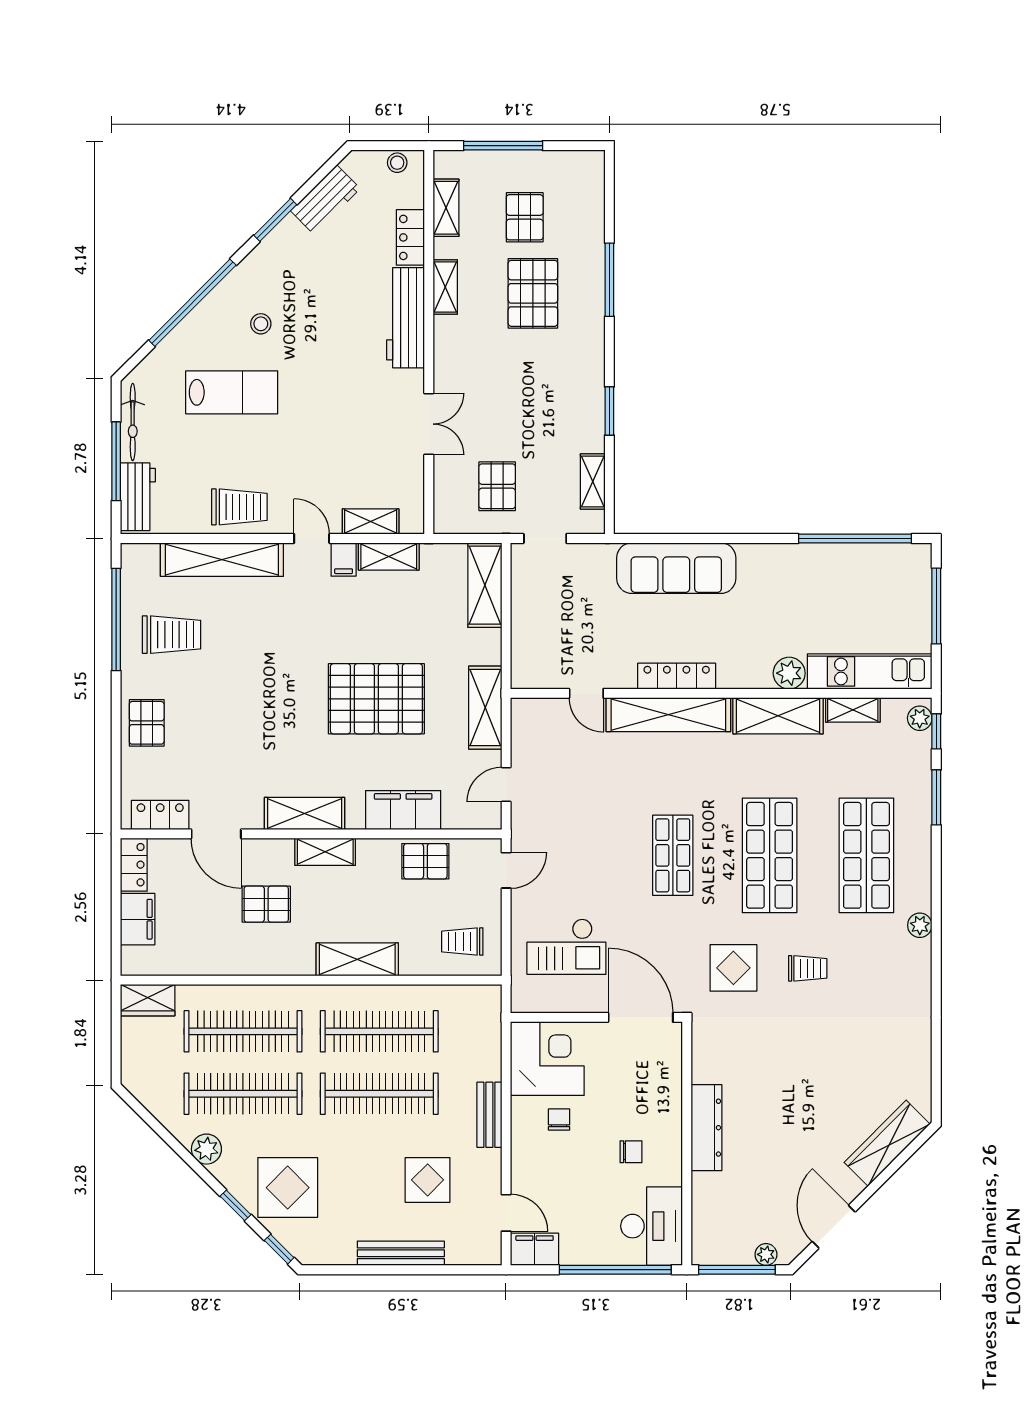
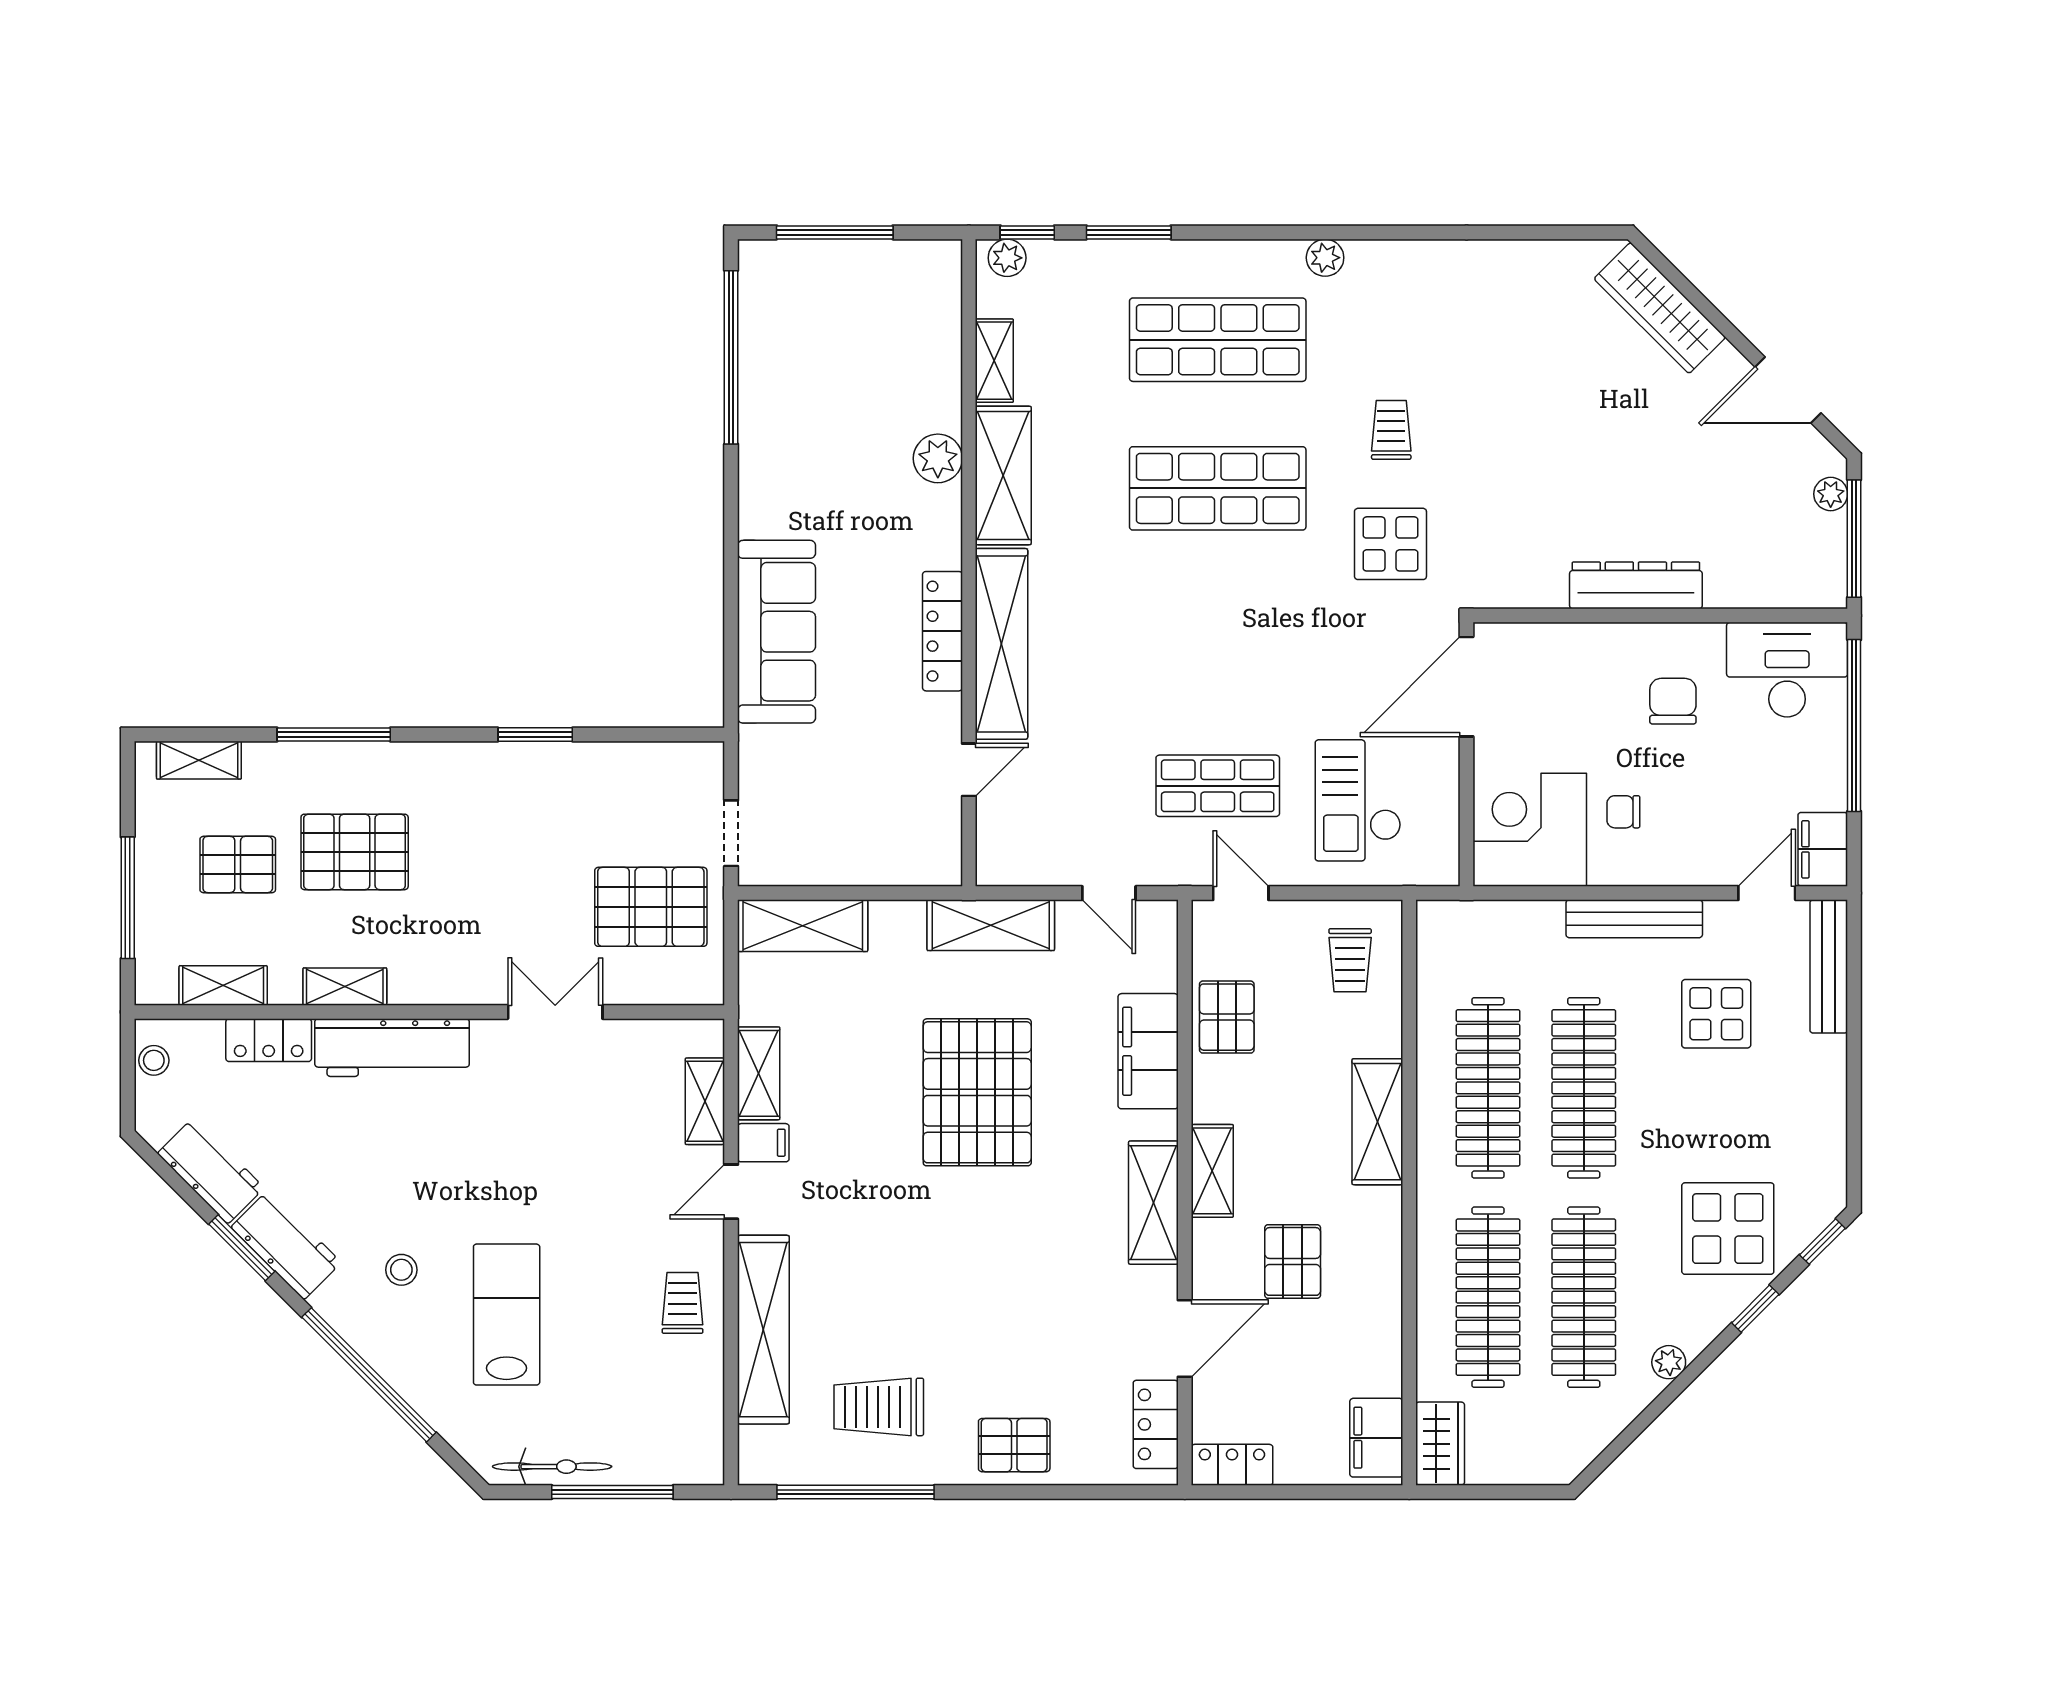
shelving: (593, 481) -> (199, 760), moved
pallet: (497, 486) -> (651, 907), width x1.50, depth x1.42
workbench: (138, 497) -> (286, 1245), moved, turned 45
trolley: (239, 507) -> (683, 1303), width x0.73, depth x0.72
trolley: (172, 635) -> (879, 1407), turned -90
kitchen unit: (870, 671) -> (935, 335), removed
shop shelf: (673, 855) -> (1218, 786), moved
filing cabinet: (138, 919) -> (1376, 1438), moved, turned -90
checkout: (566, 947) -> (1358, 800), turned 180
bench: (489, 1115) -> (1634, 919), width x1.36
plant: (206, 1149) -> (1669, 1362), width x0.73, depth x0.73
chair: (631, 1152) -> (1673, 701), width x1.37, depth x1.37
bench: (401, 1253) -> (1829, 966), moved

